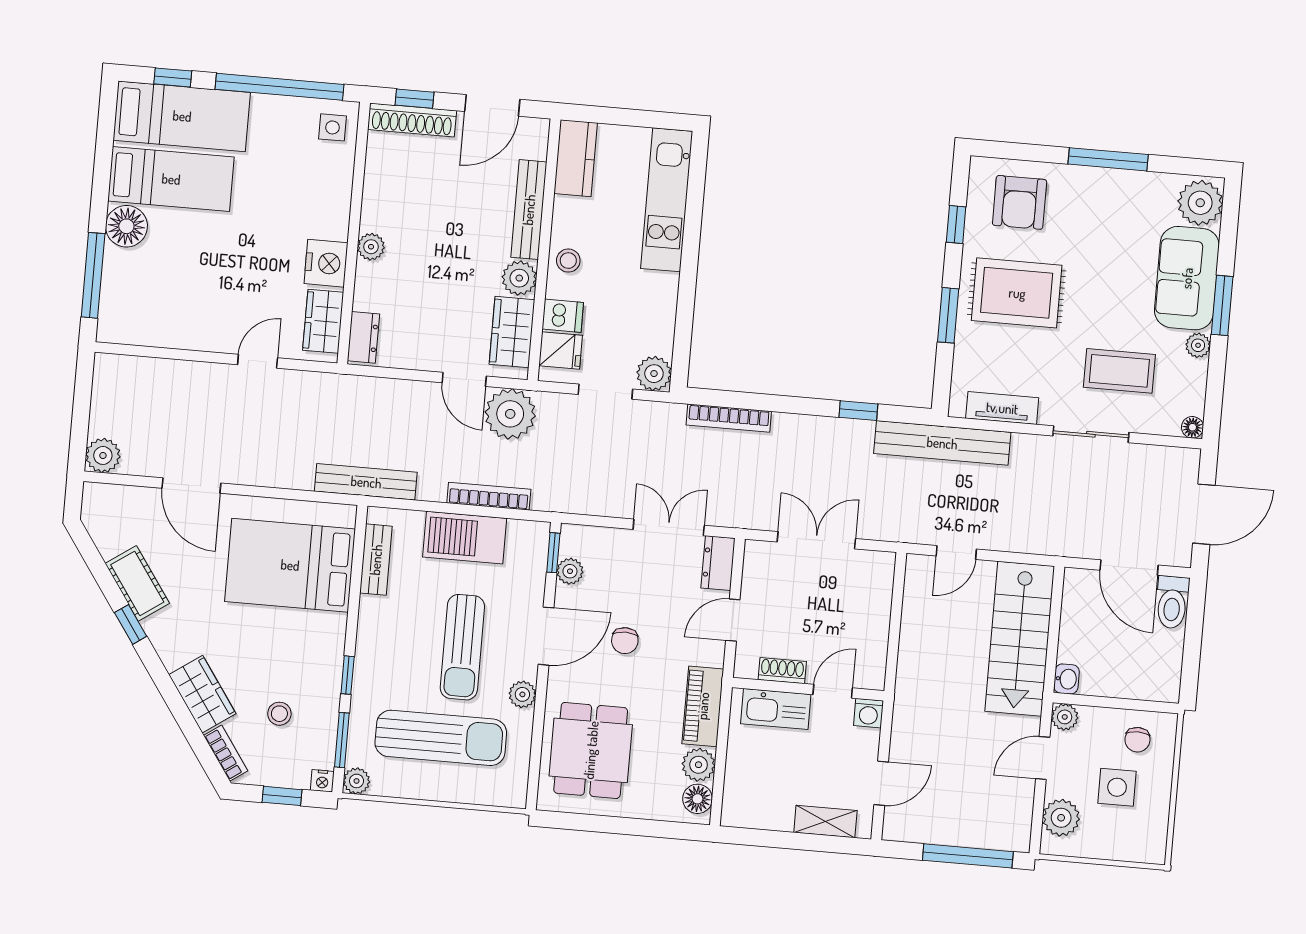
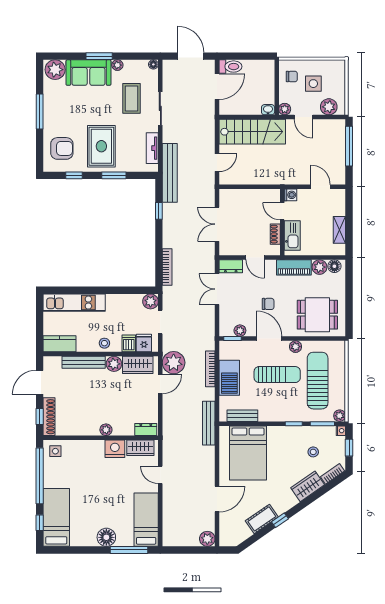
door: (492, 105) -> (40, 382), swing flipped
bed: (171, 179) -> (146, 520), moved
door: (956, 552) -> (217, 163), hinge flipped
shelving: (825, 822) -> (339, 230), moved

